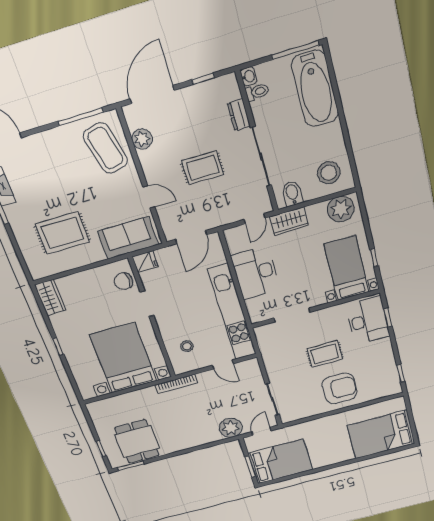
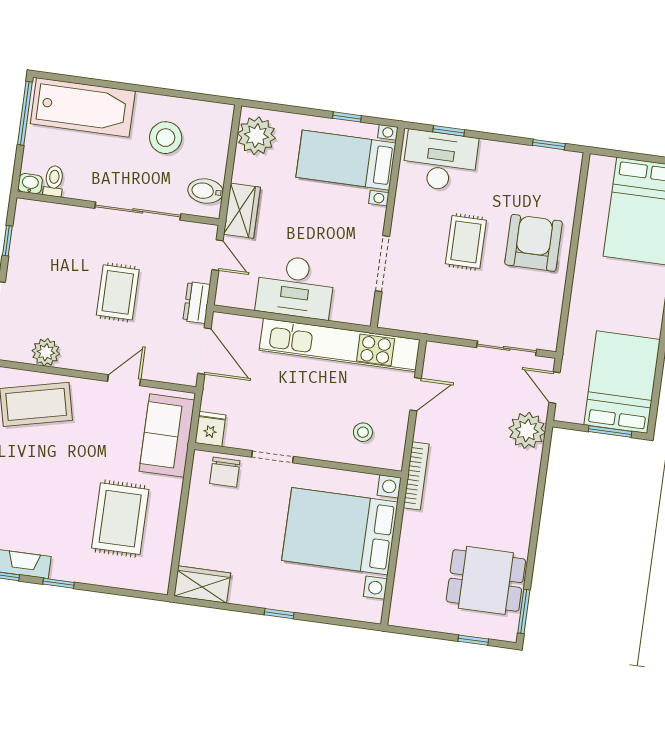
dresser: (239, 115) -> (197, 303), moved, turned 90
stool: (329, 173) -> (166, 138), moved

